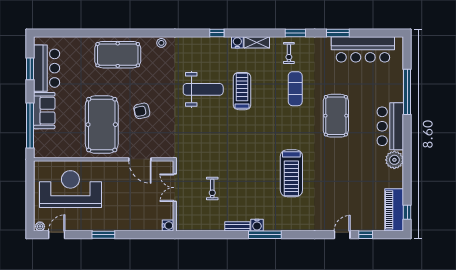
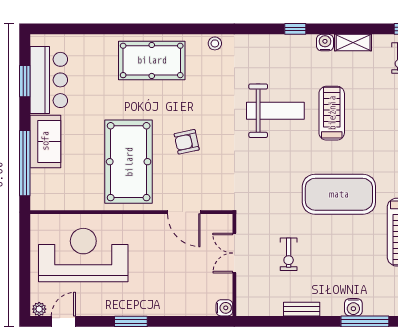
exercise mat: (247, 147) -> (339, 194), added
bench: (237, 226) -> (302, 309), moved

